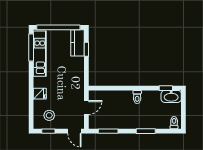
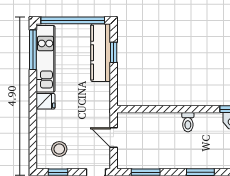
kitchen counter: (77, 43) -> (101, 53), width x1.50
fridge: (40, 94) -> (46, 101), moved
door: (86, 107) -> (114, 138), swing flipped

